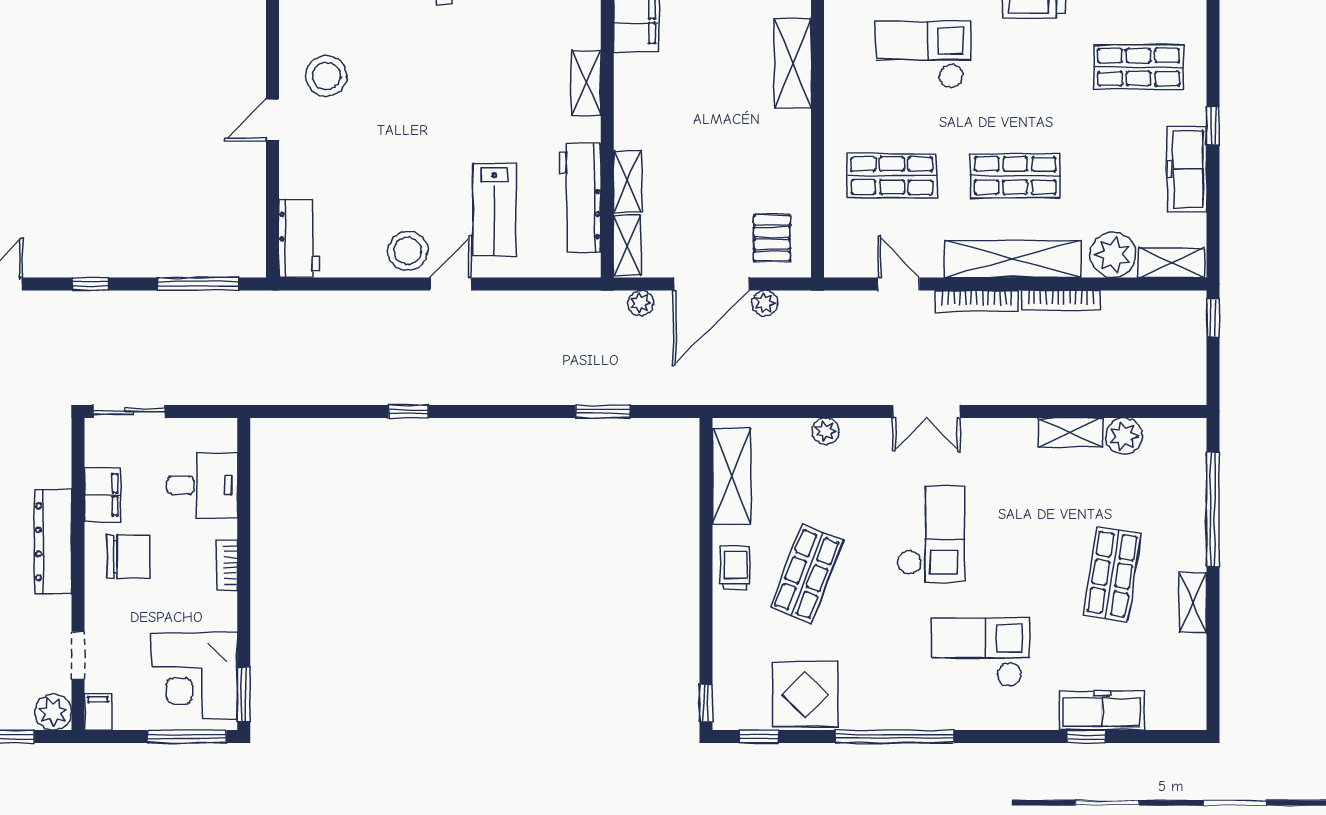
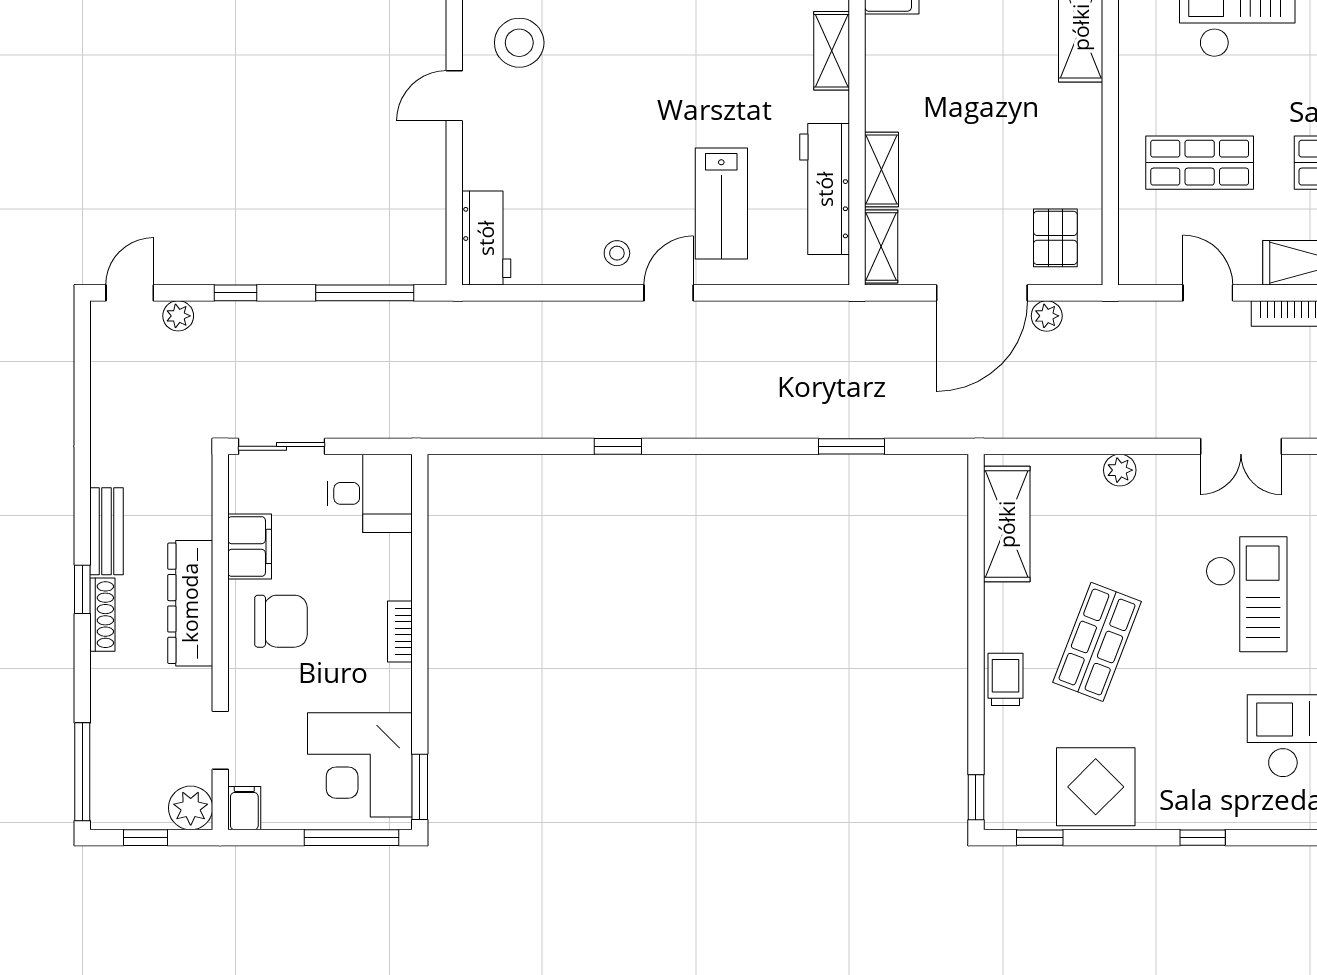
stool: (408, 251) -> (617, 253), width x0.53, depth x0.53
plant: (641, 303) -> (178, 316), moved
desk: (202, 485) -> (370, 493), moved
trolley: (735, 568) -> (1006, 679), moved
window: (894, 737) -> (1203, 838), width x0.32

